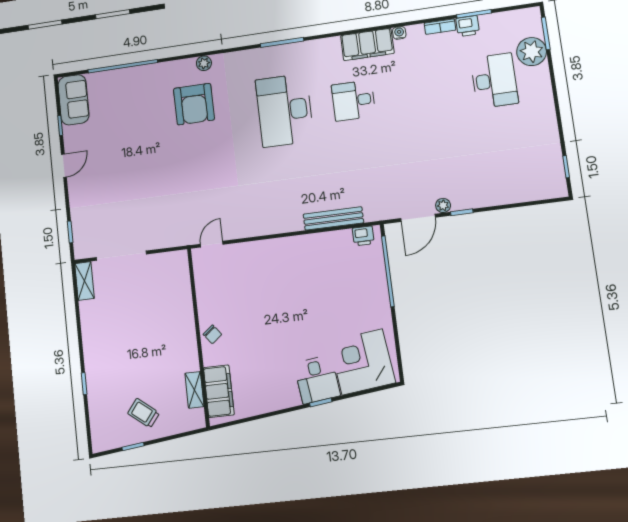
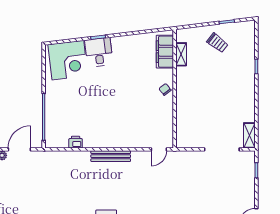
bench: (333, 218) -> (111, 156), moved
printer: (363, 236) -> (76, 142), moved

